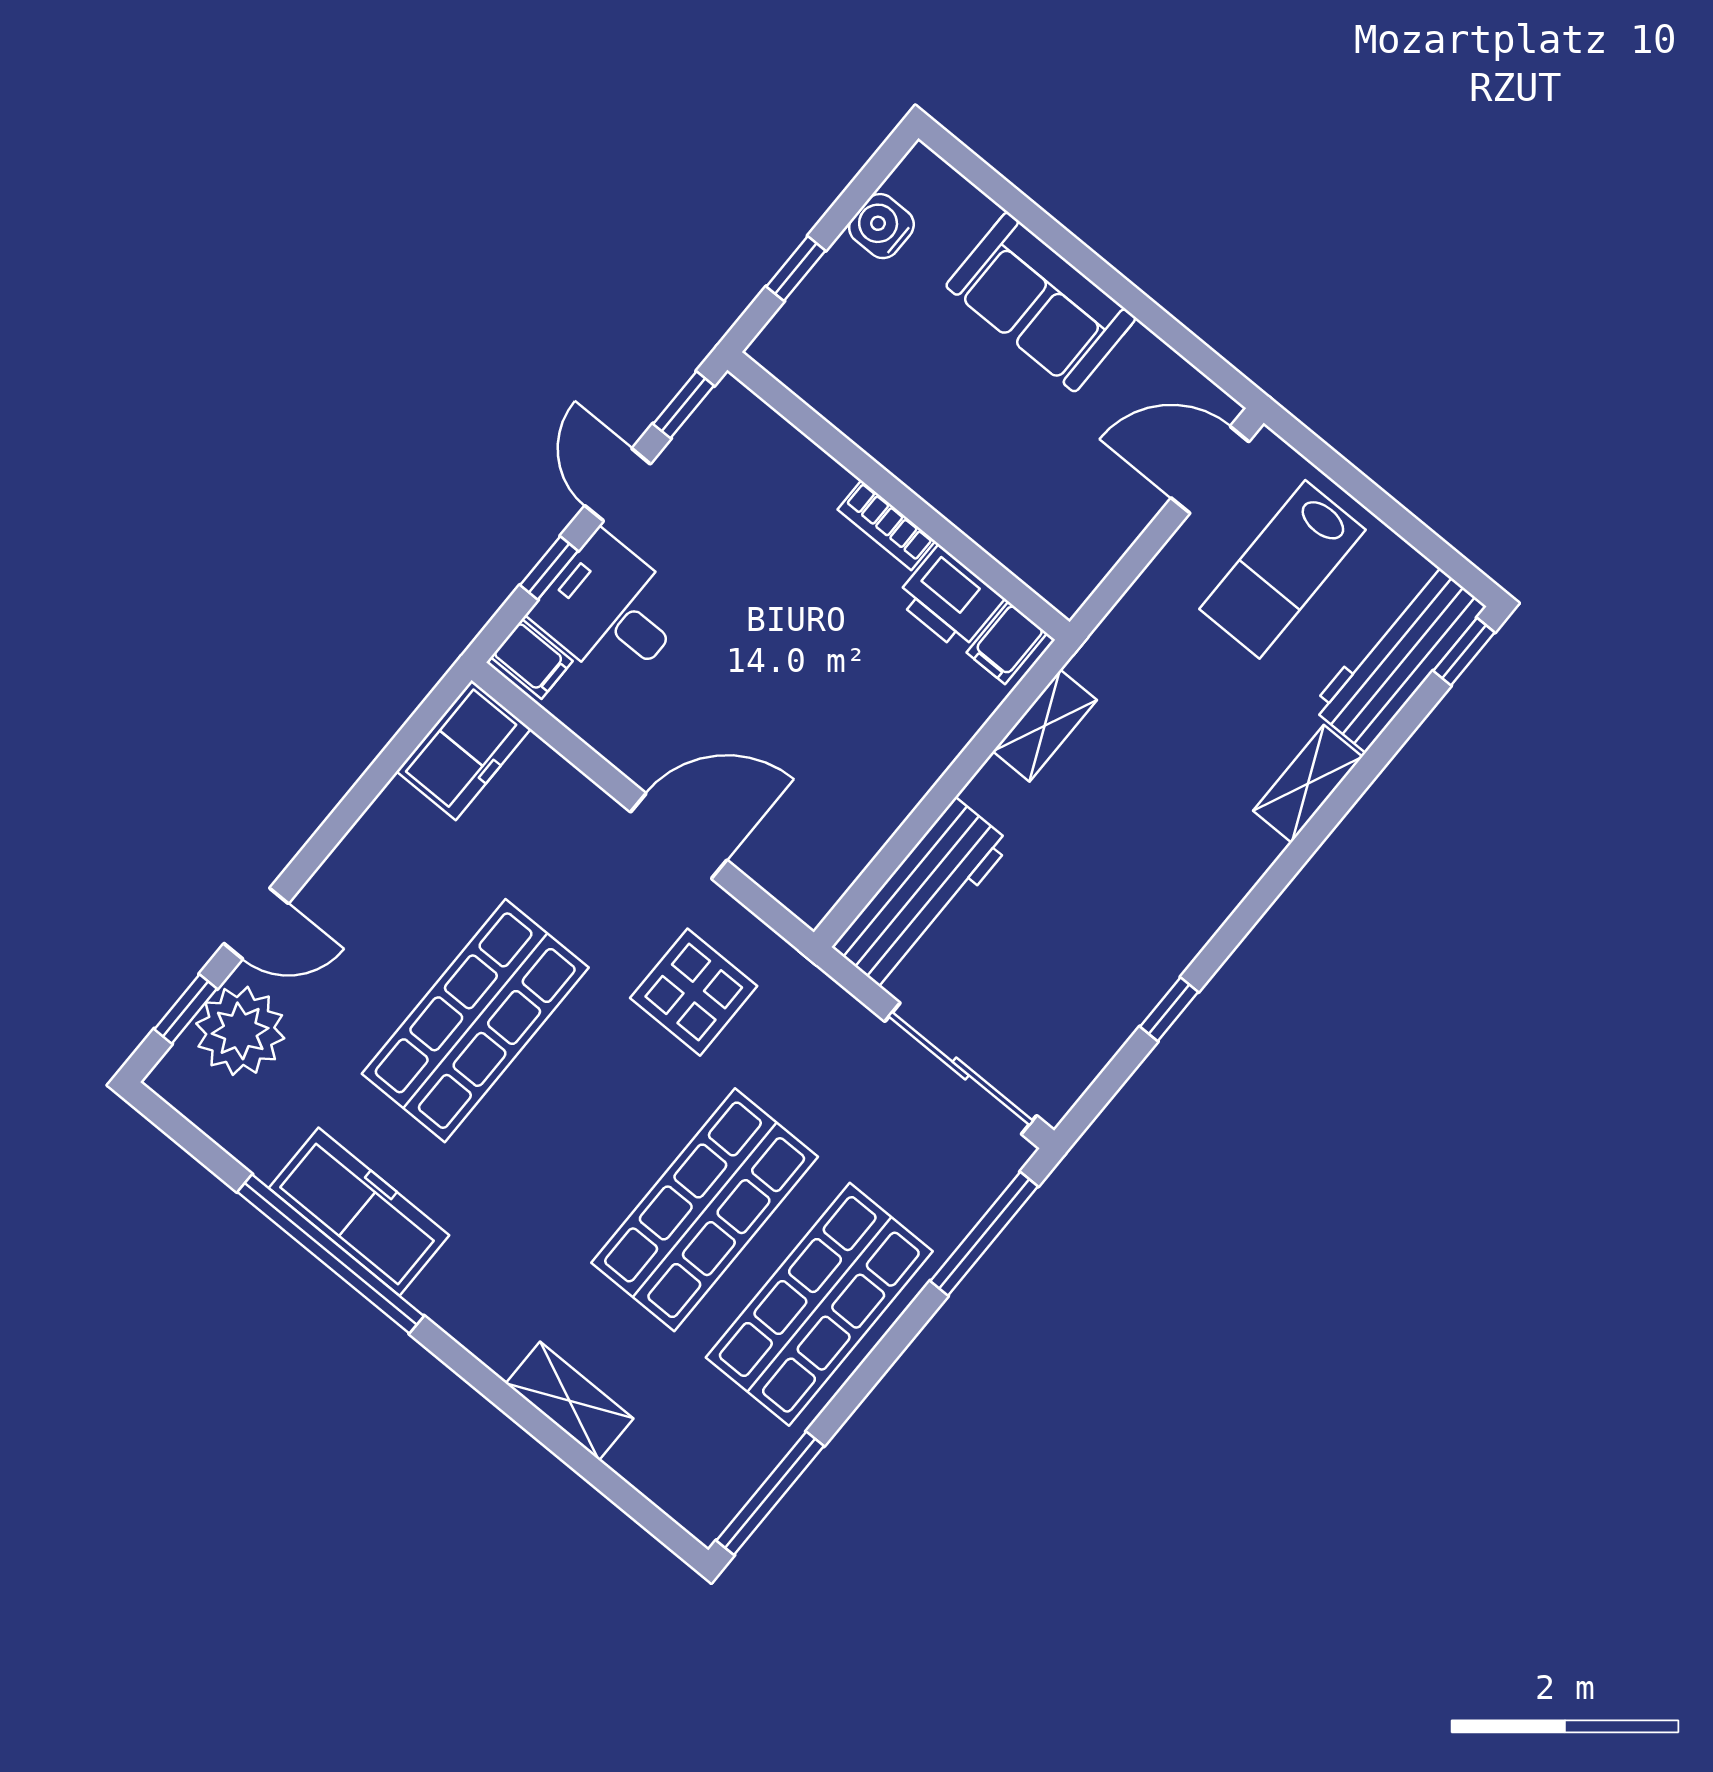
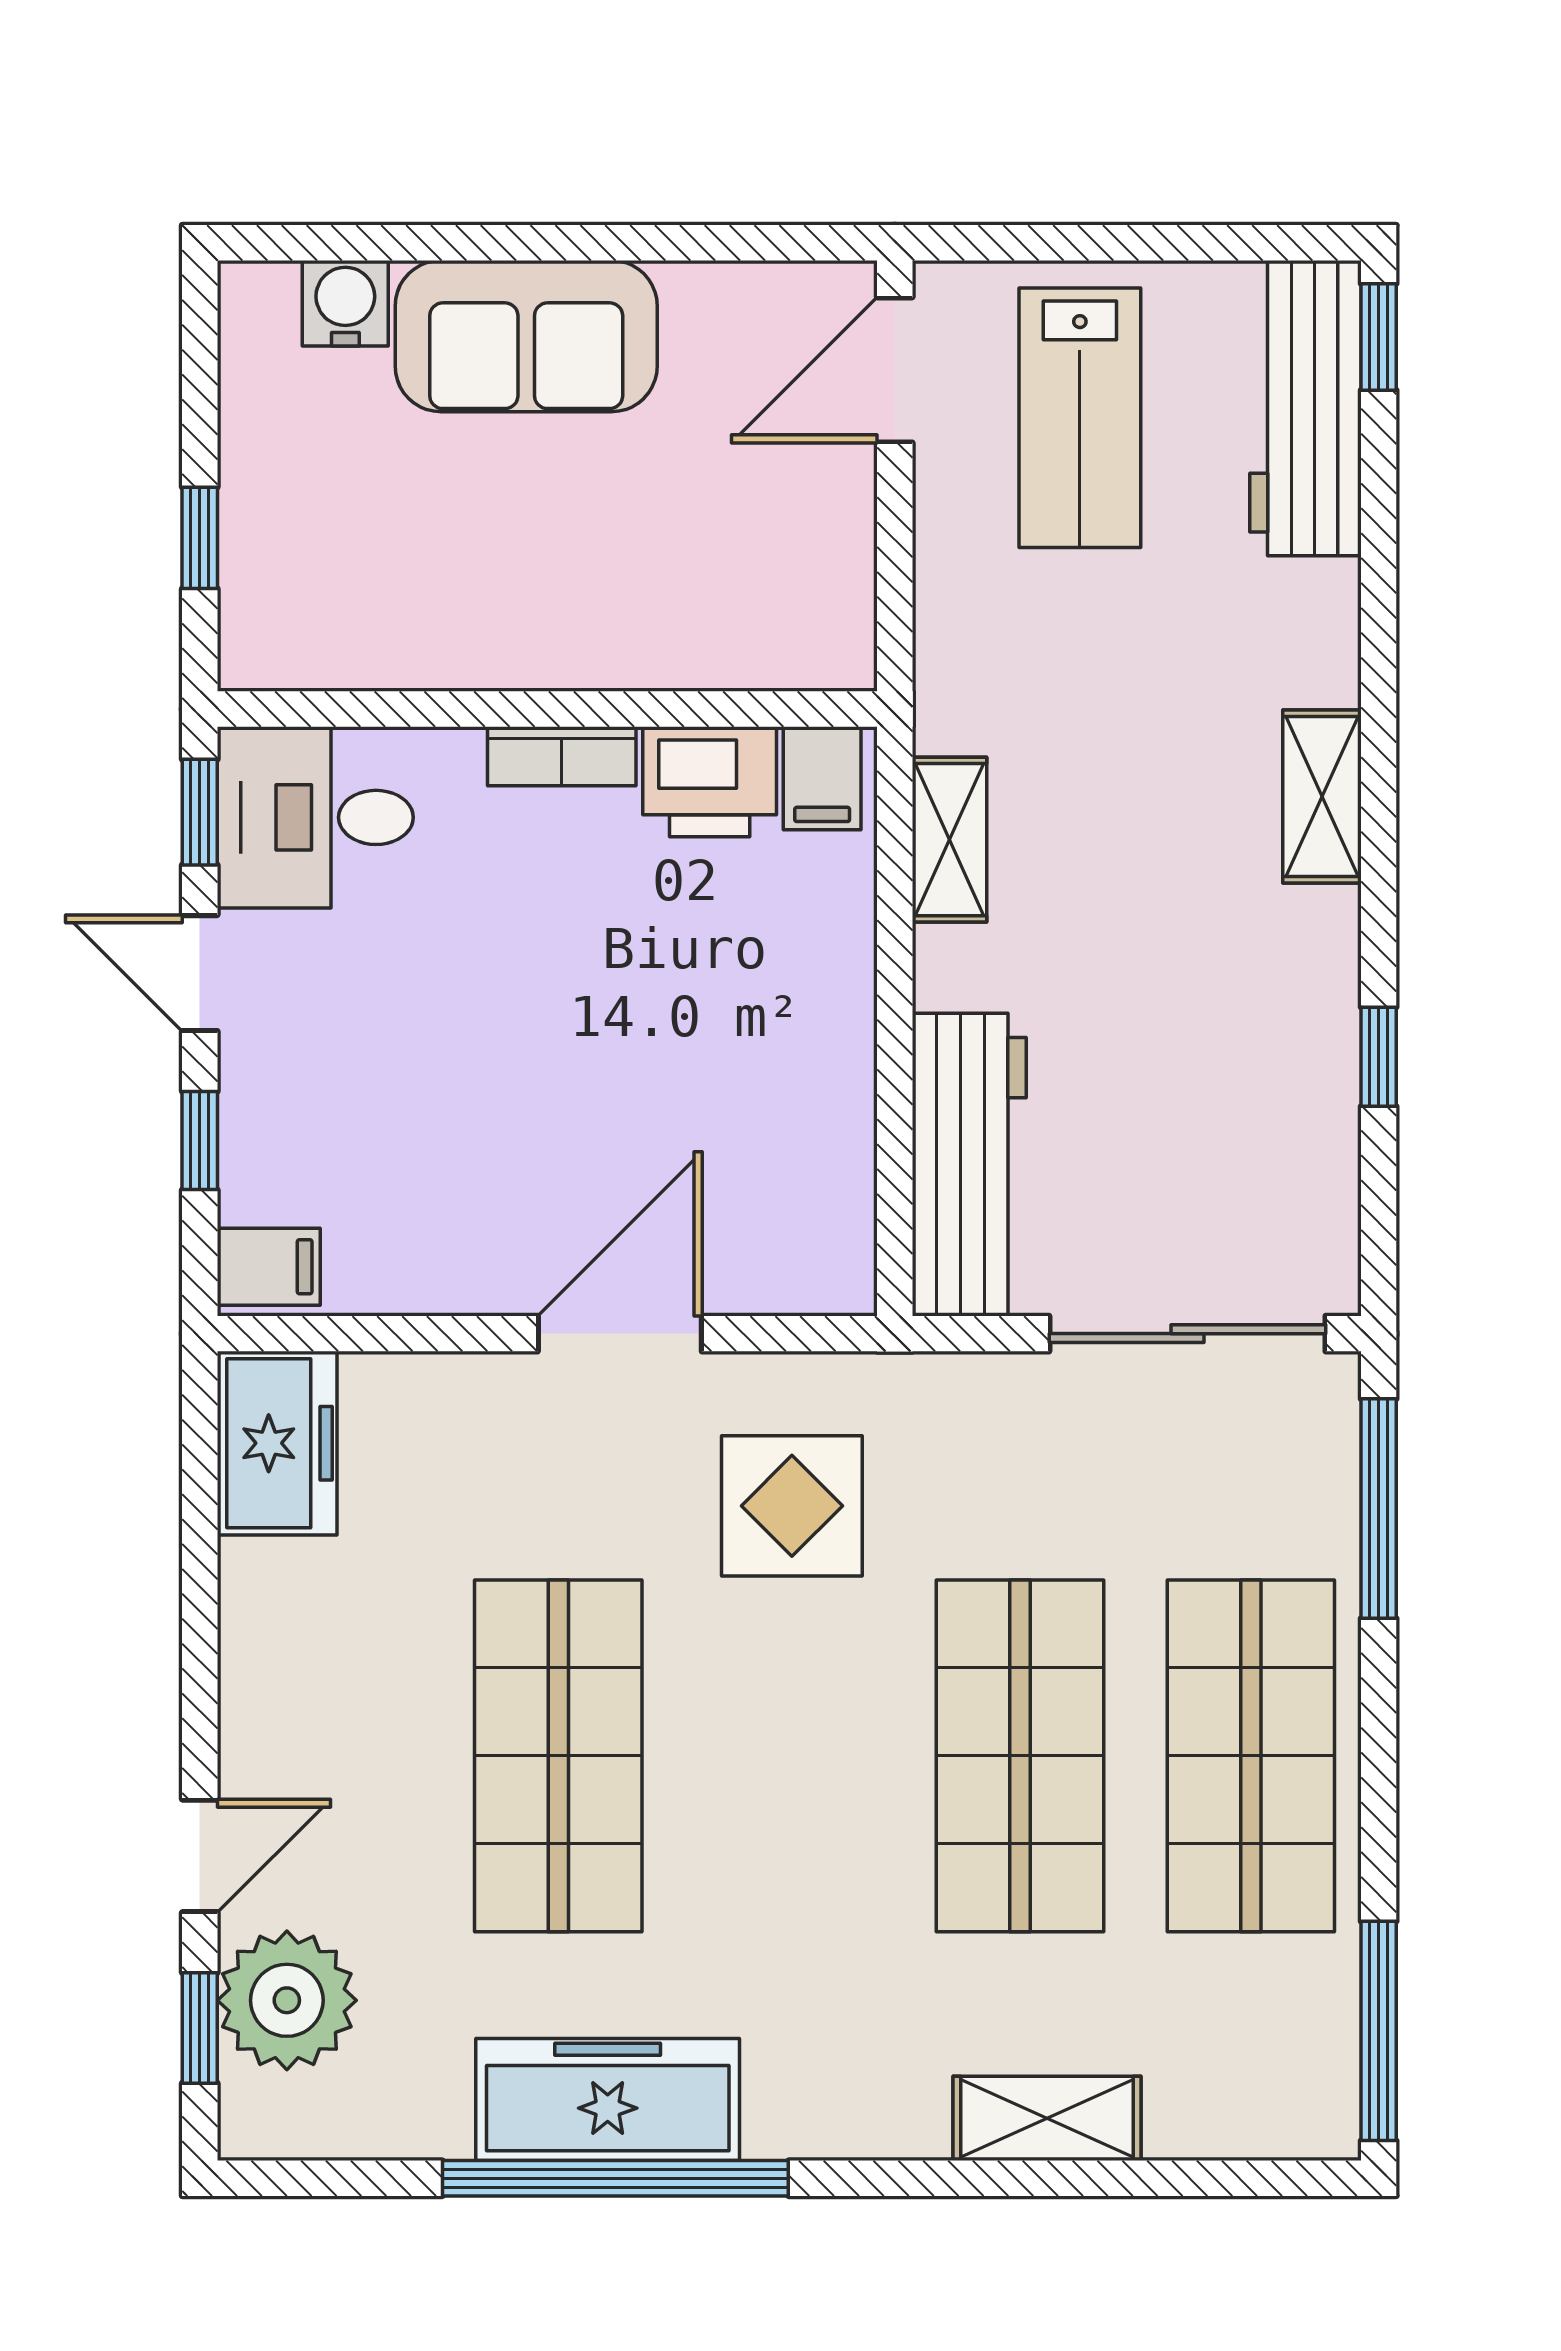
water cooler: (881, 226) -> (345, 303), moved, turned 90
desk: (611, 610) -> (315, 817), moved
shelving: (1308, 784) -> (1322, 797), moved

